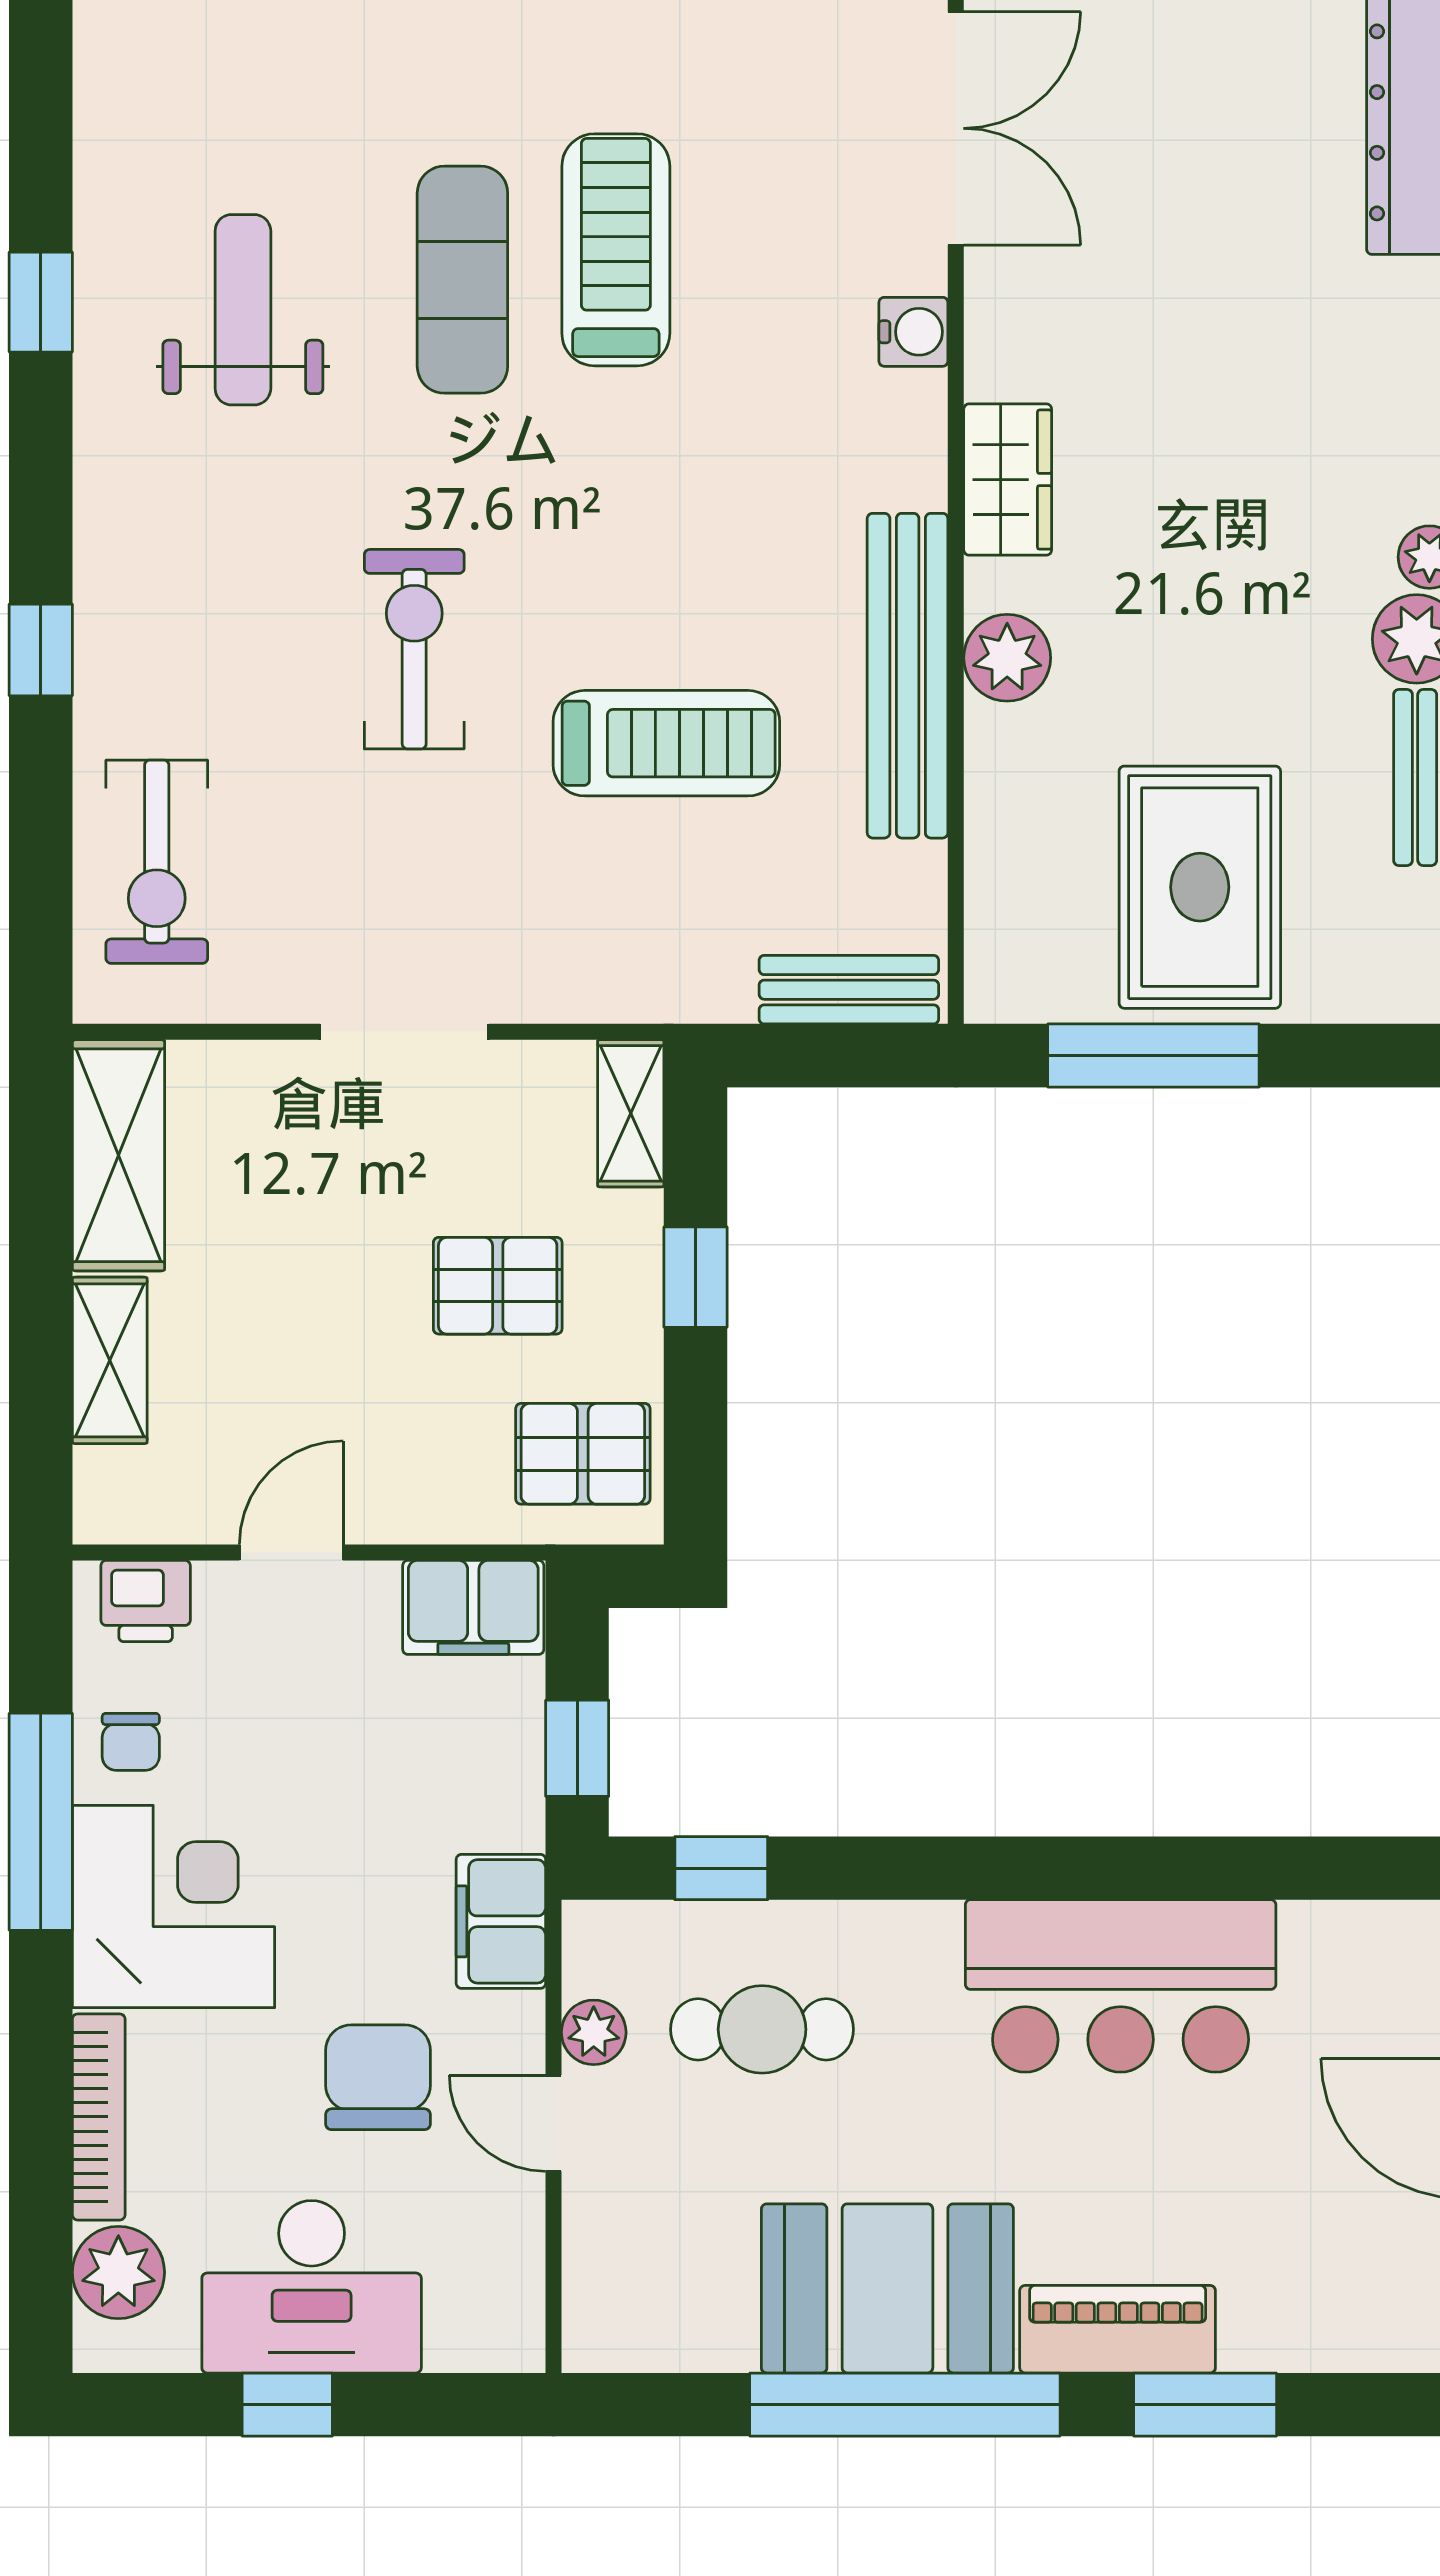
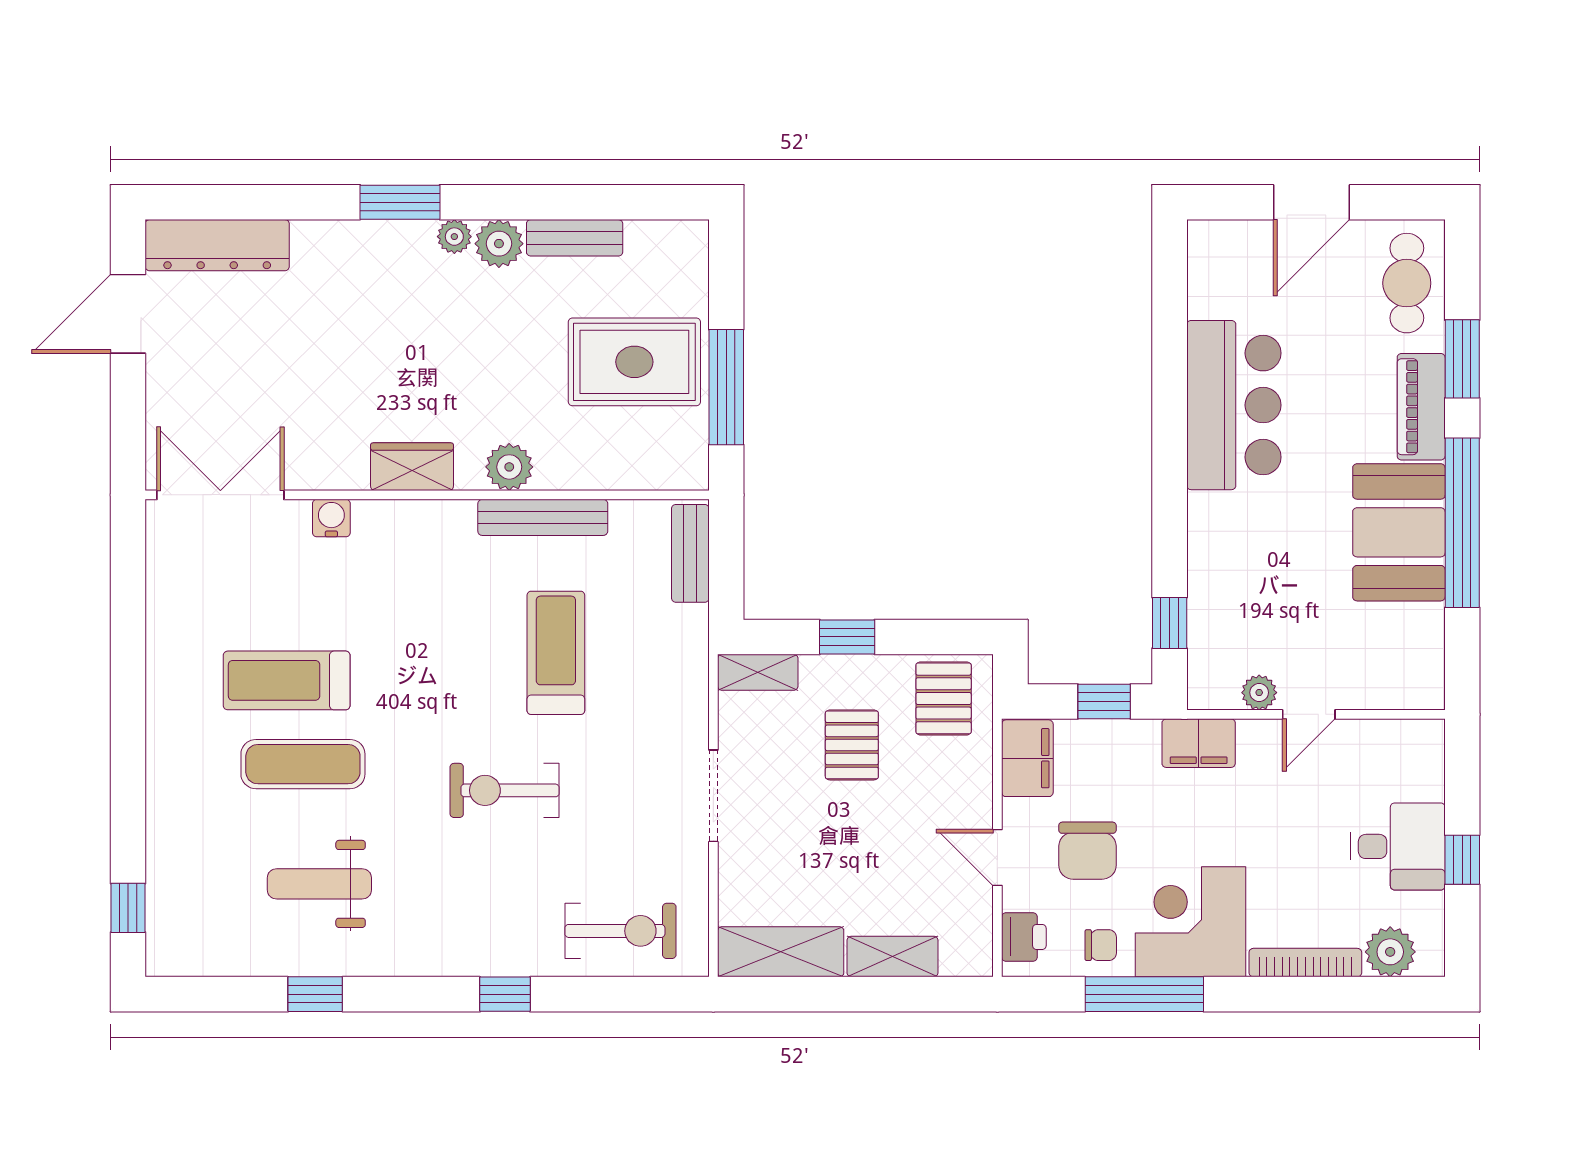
bench: (908, 676) -> (543, 517), width x0.73, depth x0.82
cafe table: (762, 2029) -> (1407, 283), moved
chair: (378, 2077) -> (1087, 851), moved, turned -90
desk: (312, 2287) -> (1398, 846), width x0.73

